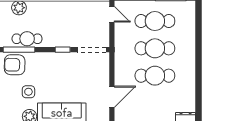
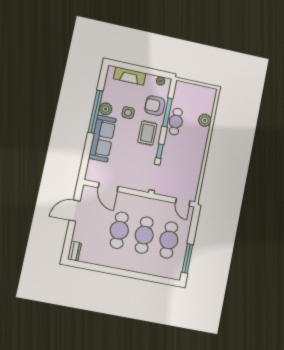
door: (112, 14) -> (183, 202), hinge flipped
armchair: (15, 65) -> (155, 106), turned -91
rug: (46, 67) -> (147, 133), added

